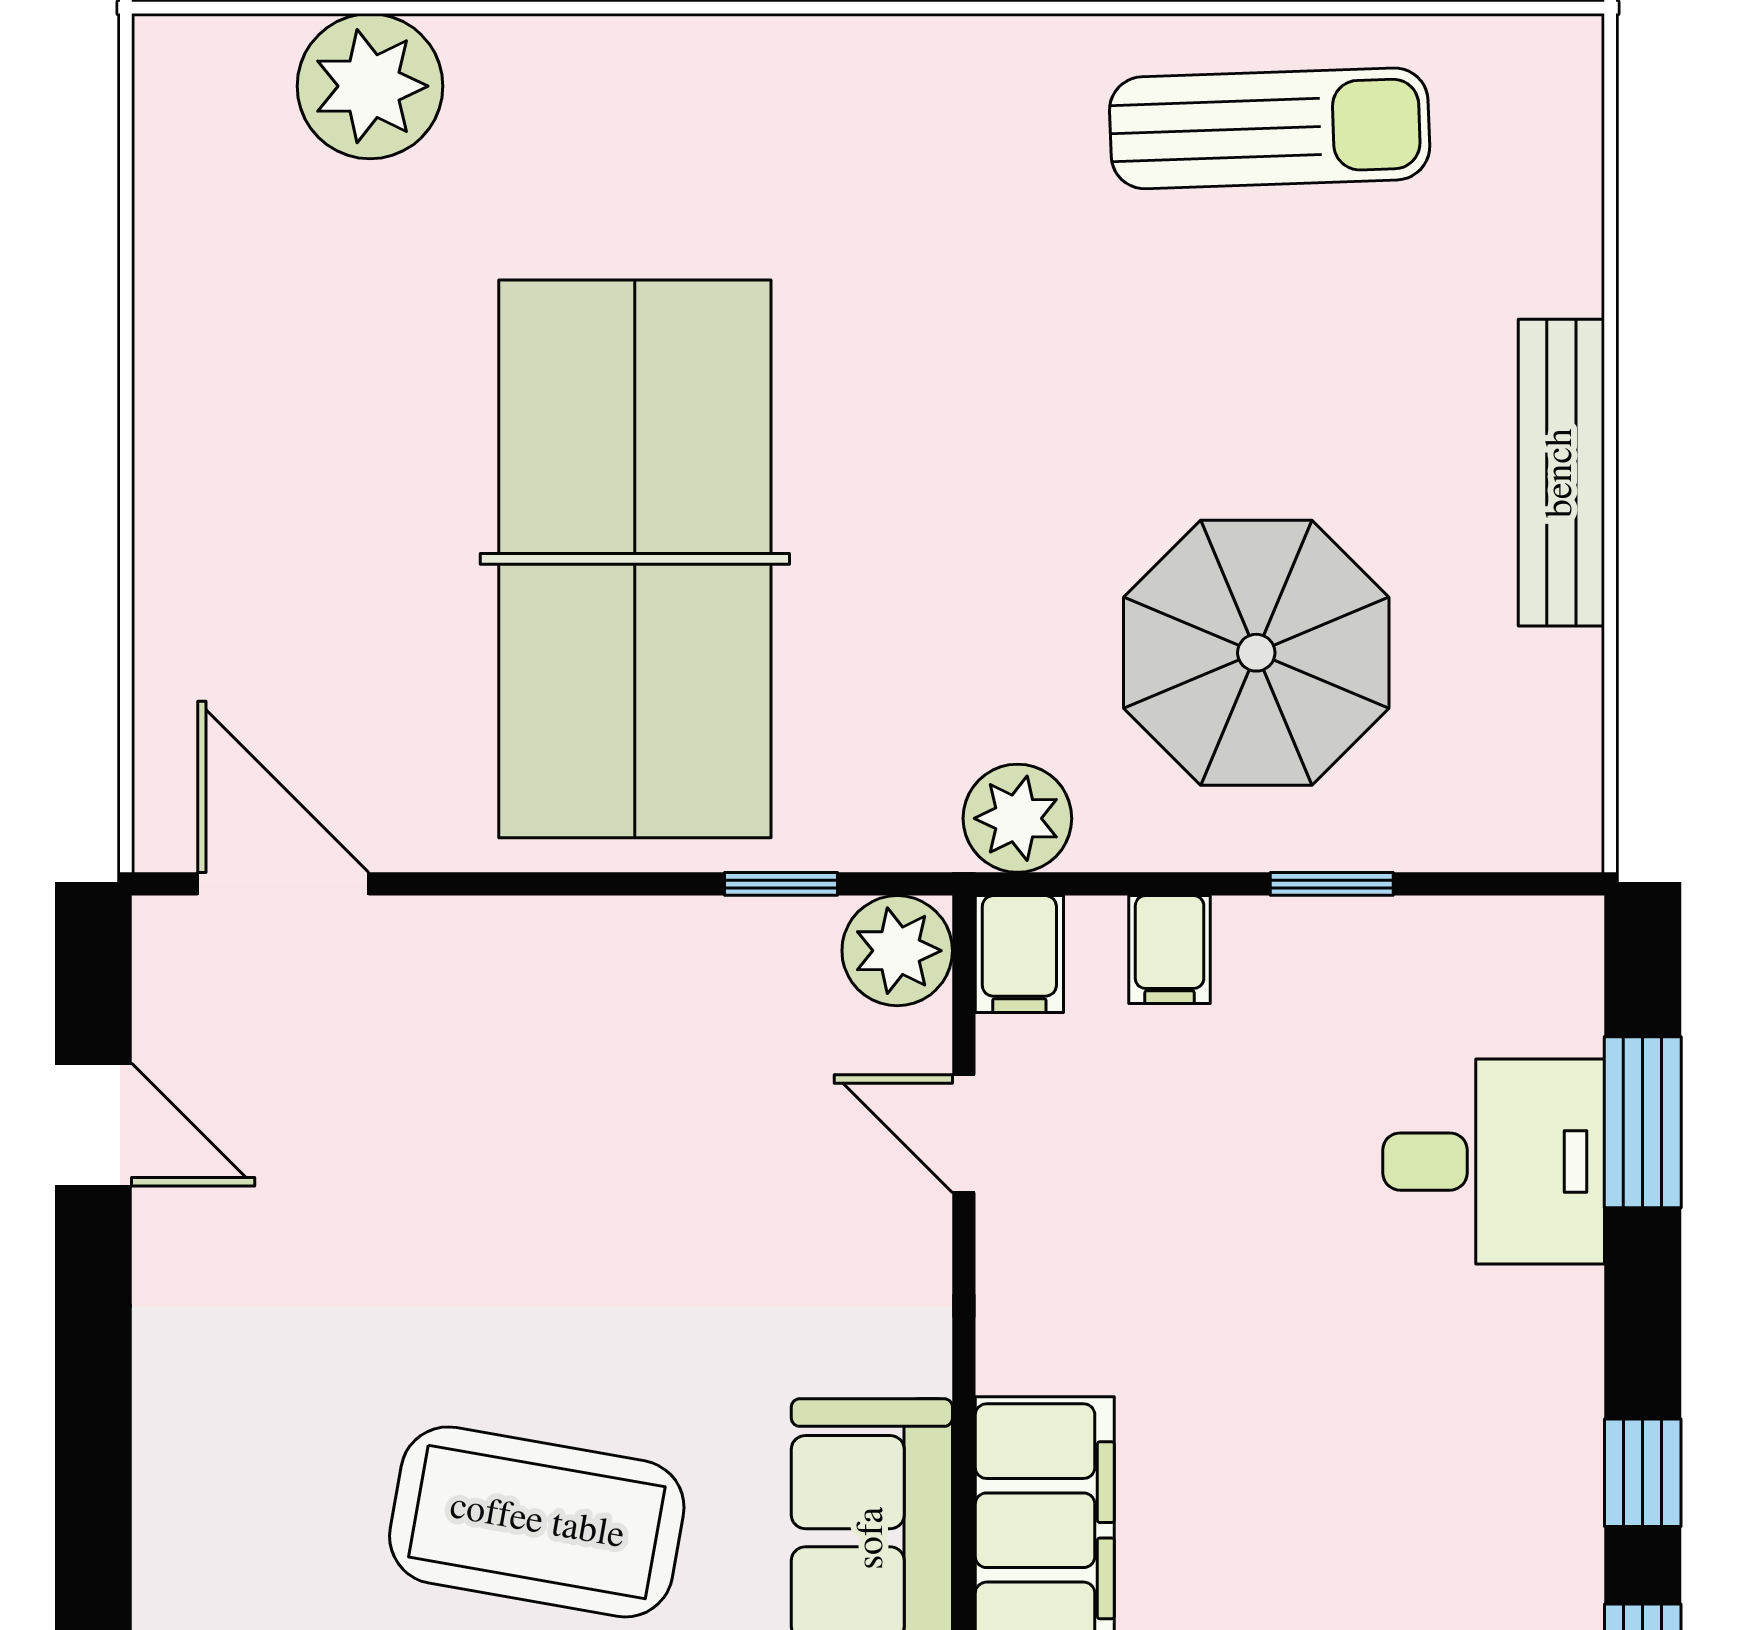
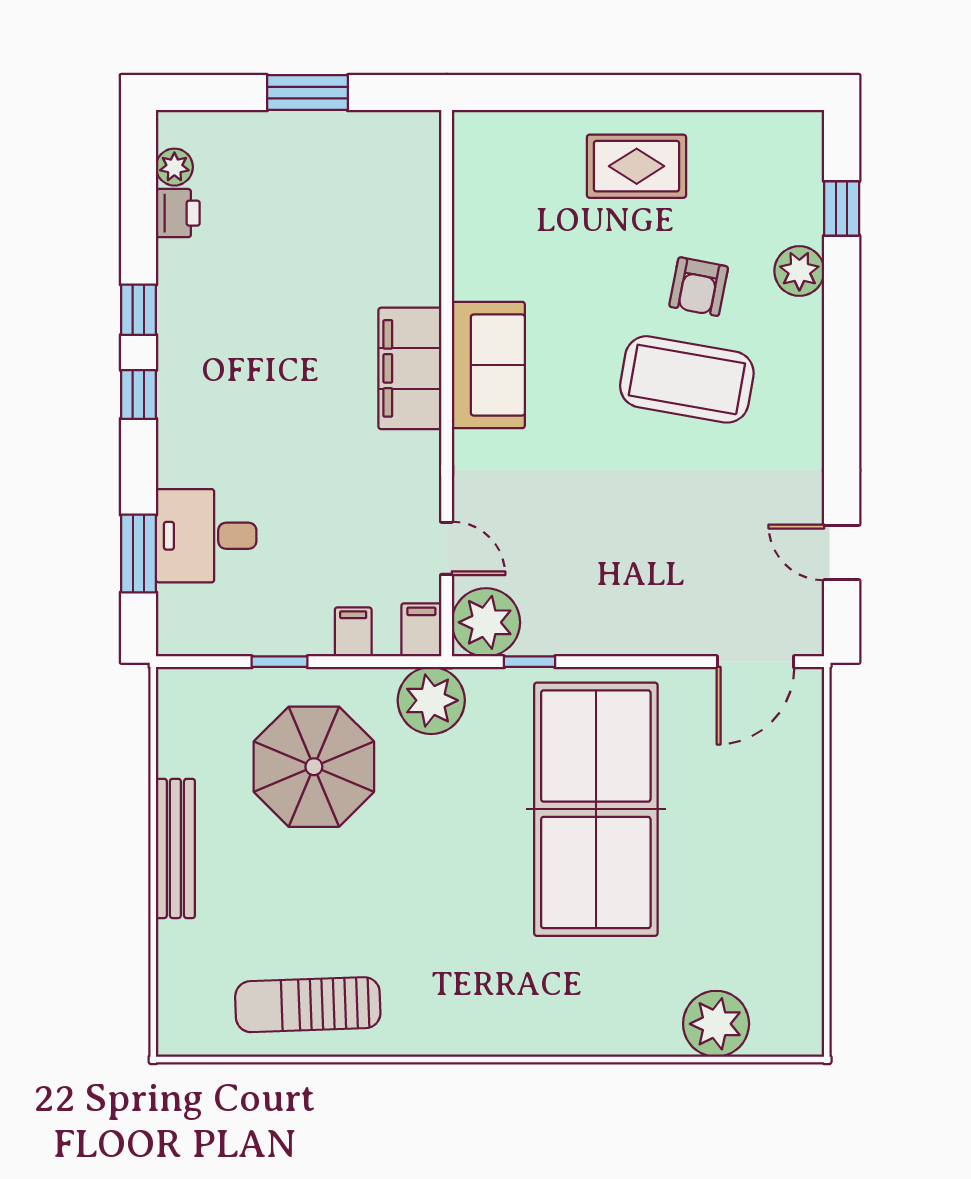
plant: (1017, 818) -> (431, 700), width x1.36, depth x1.36
door: (283, 884) -> (756, 662), hinge flipped
plant: (897, 951) -> (486, 622), width x1.36, depth x1.36
coffee table: (537, 1522) -> (687, 379), moved

